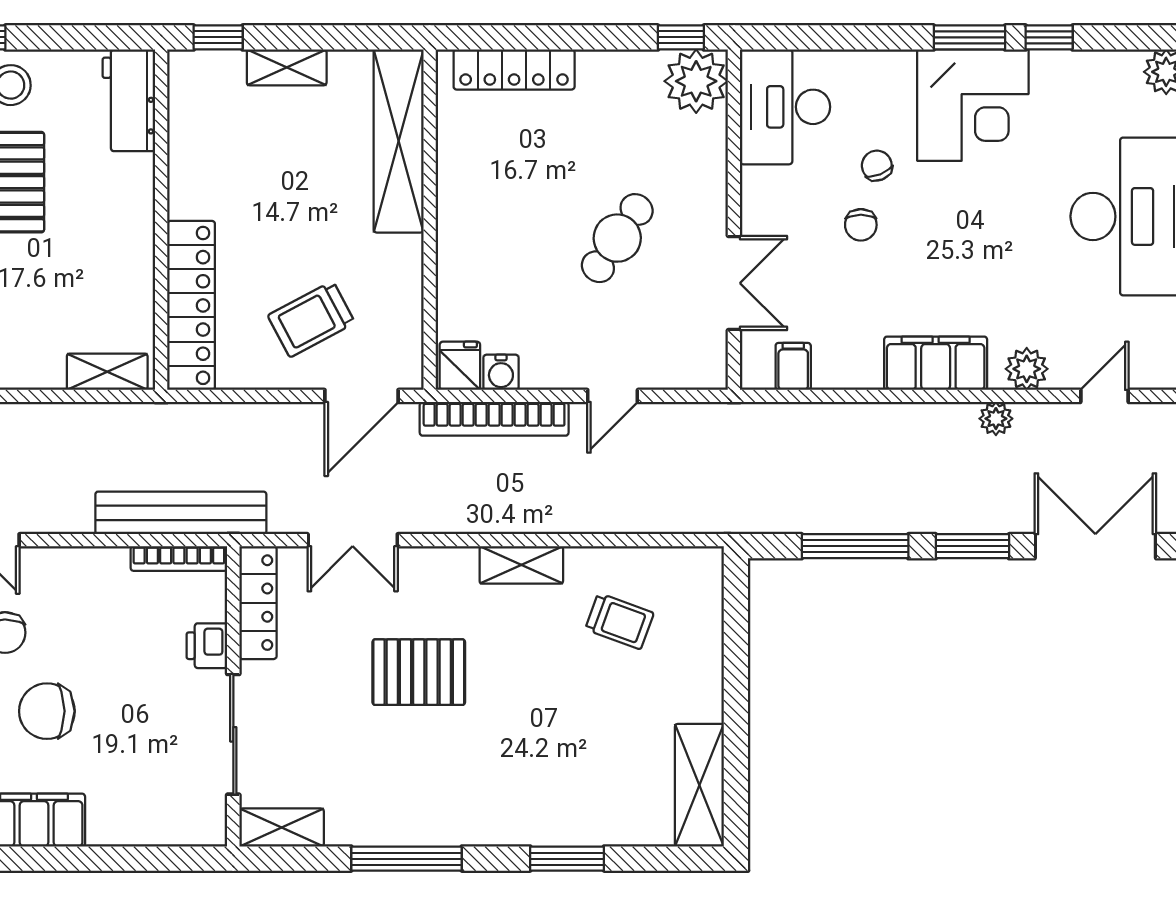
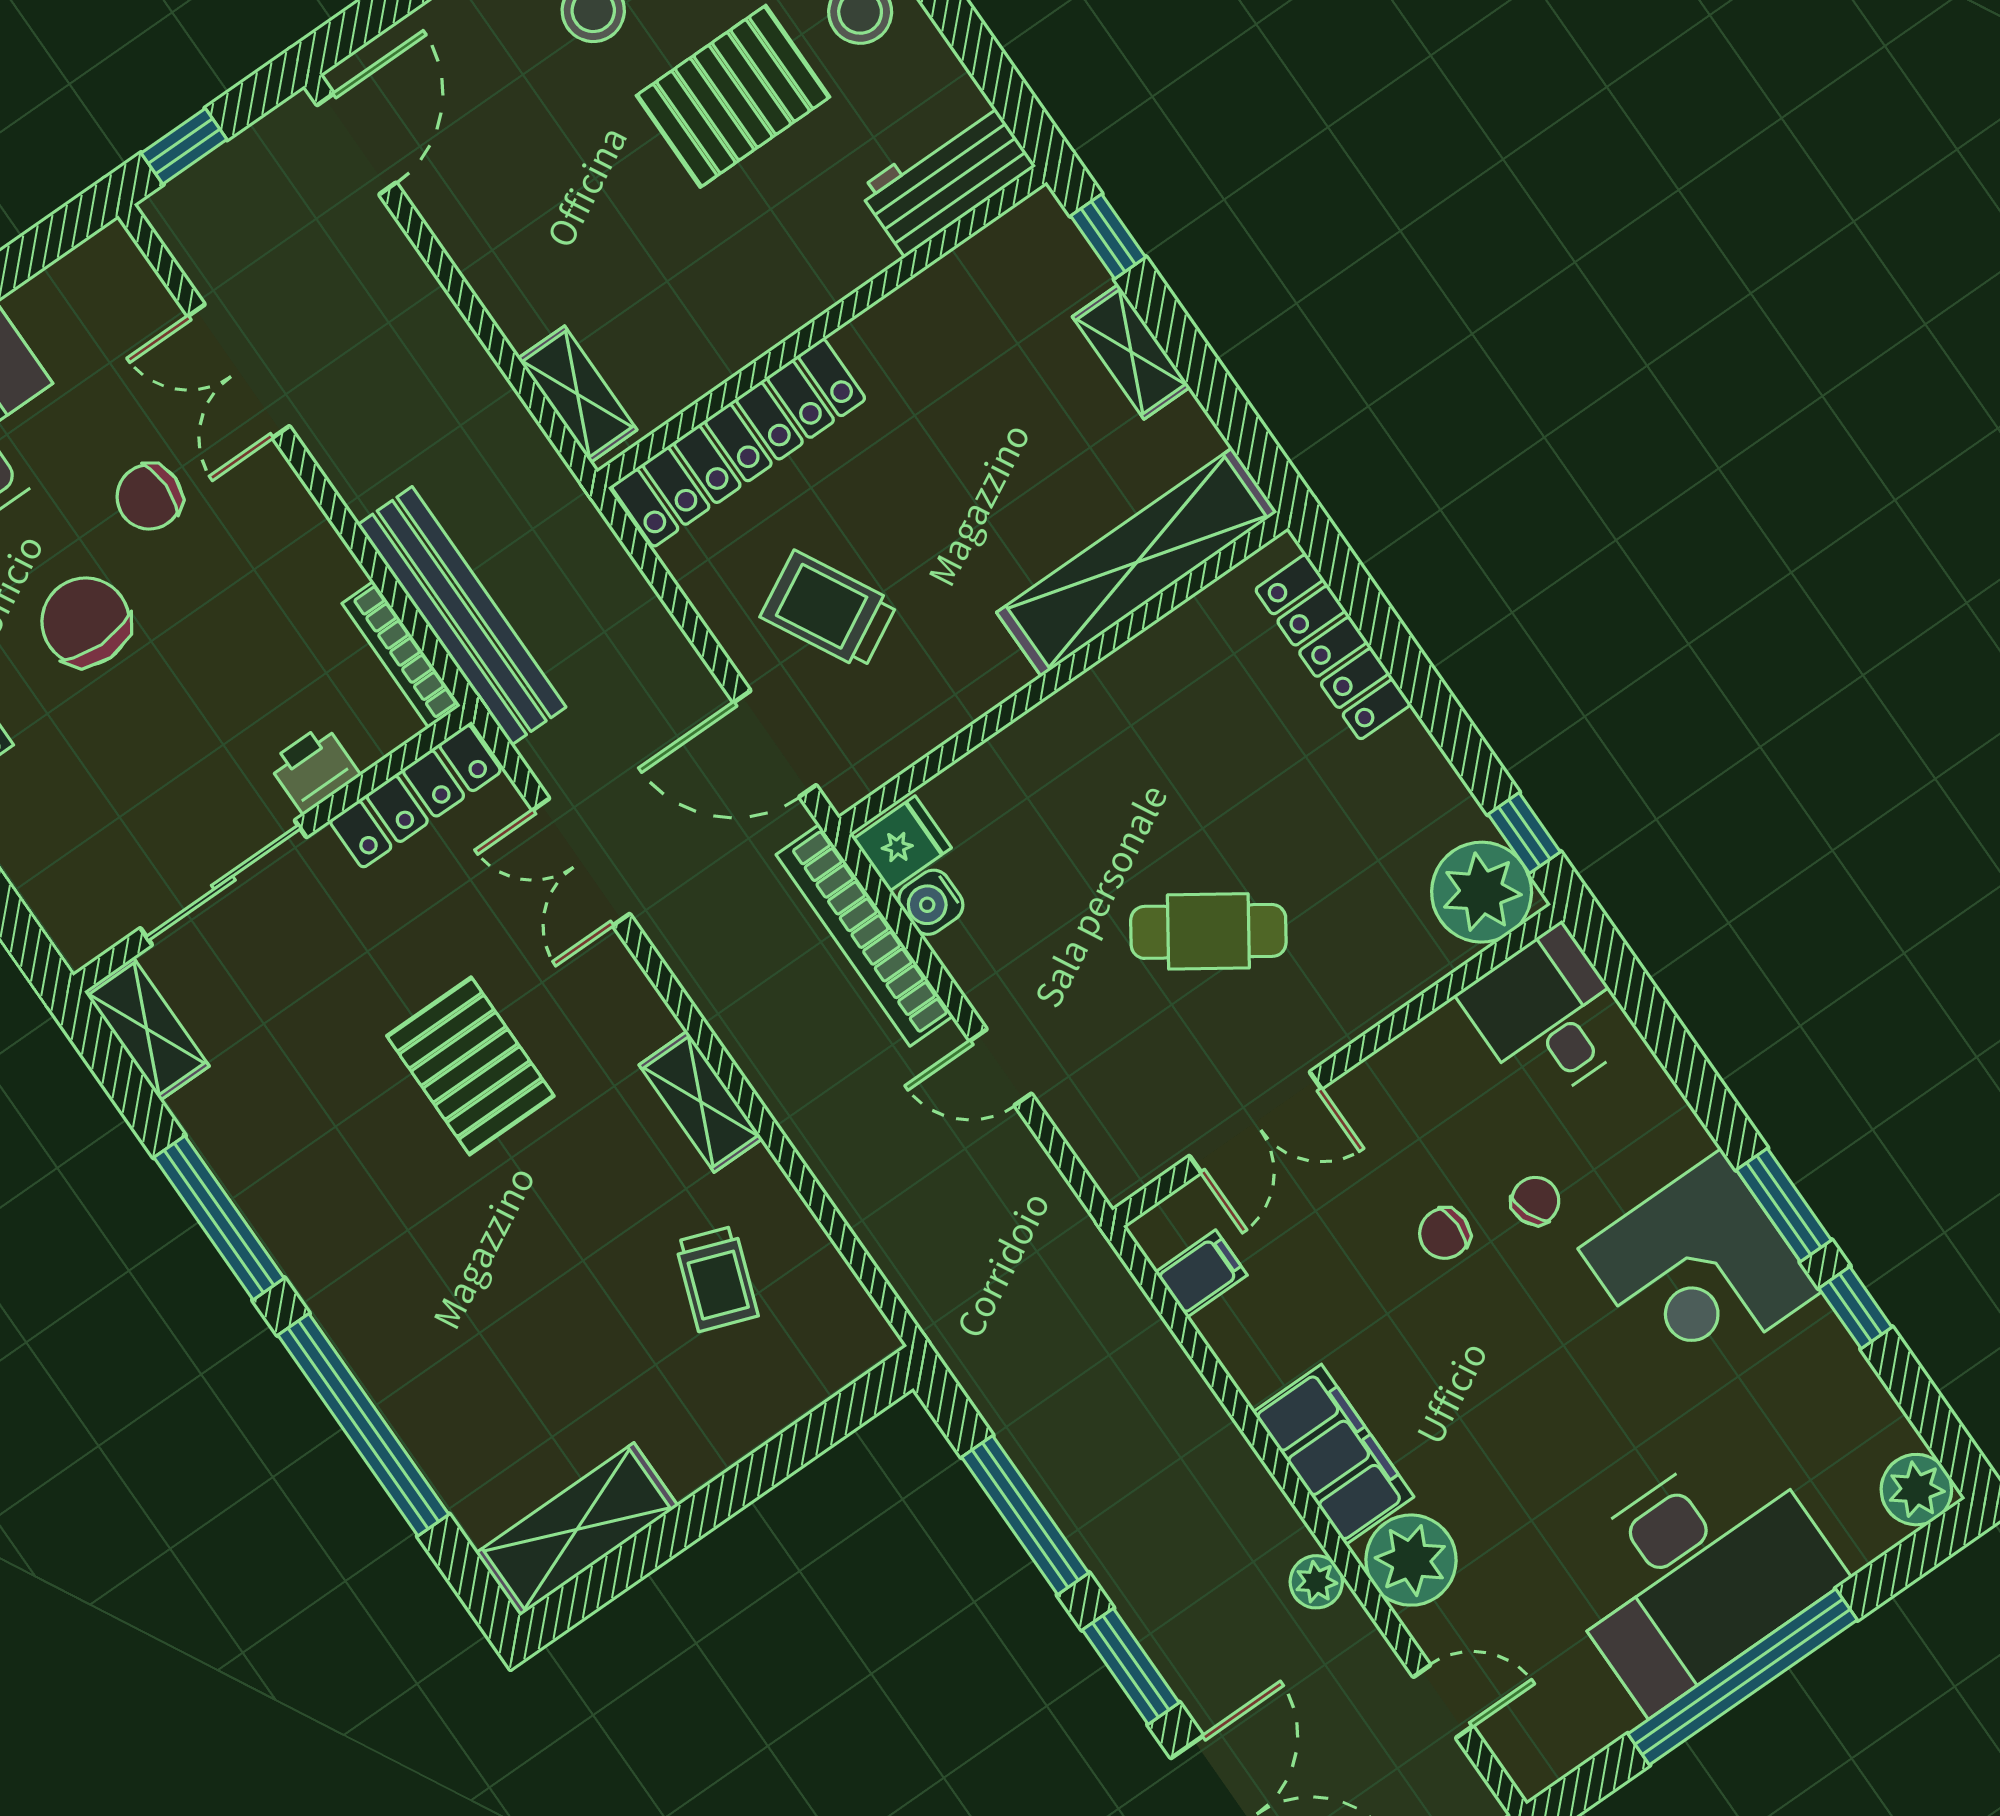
desk: (785, 107) -> (1549, 1016), width x0.73
plant: (1027, 369) -> (1411, 1560), width x1.36, depth x1.36
window: (567, 859) -> (363, 1425), width x2.11

